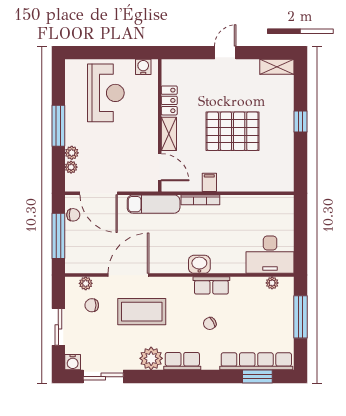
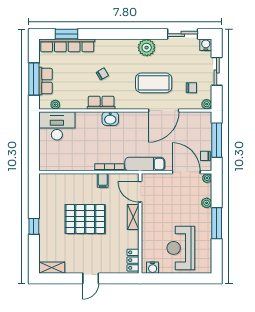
locker: (169, 100) -> (133, 260), moved
plant: (71, 167) -> (207, 178), moved
plant: (86, 283) -> (207, 104), moved
row of seats: (182, 361) -> (45, 81), moved, turned -90

